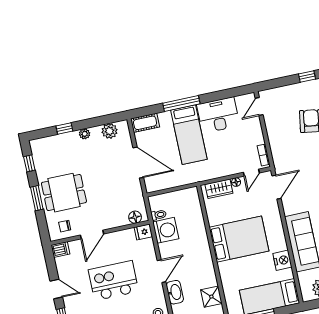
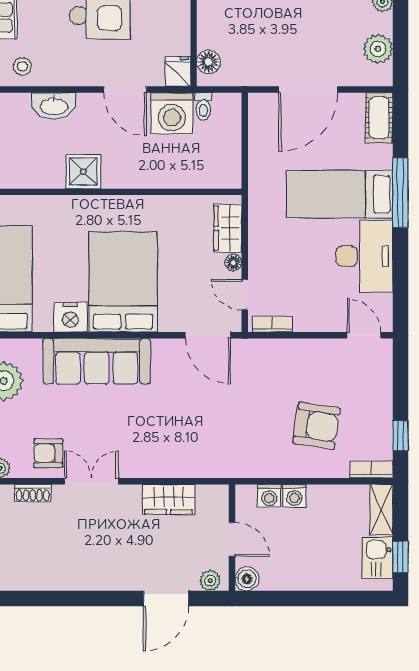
bed: (239, 239) -> (123, 282), moved, turned 180
door: (162, 271) -> (125, 89), moved
shower: (211, 297) -> (83, 172), moved

